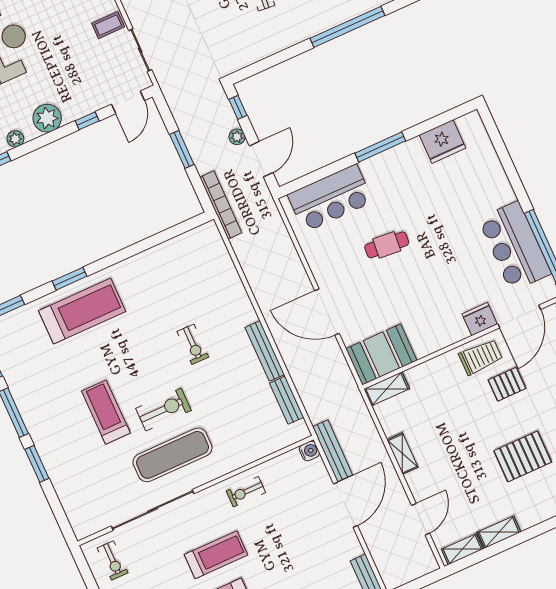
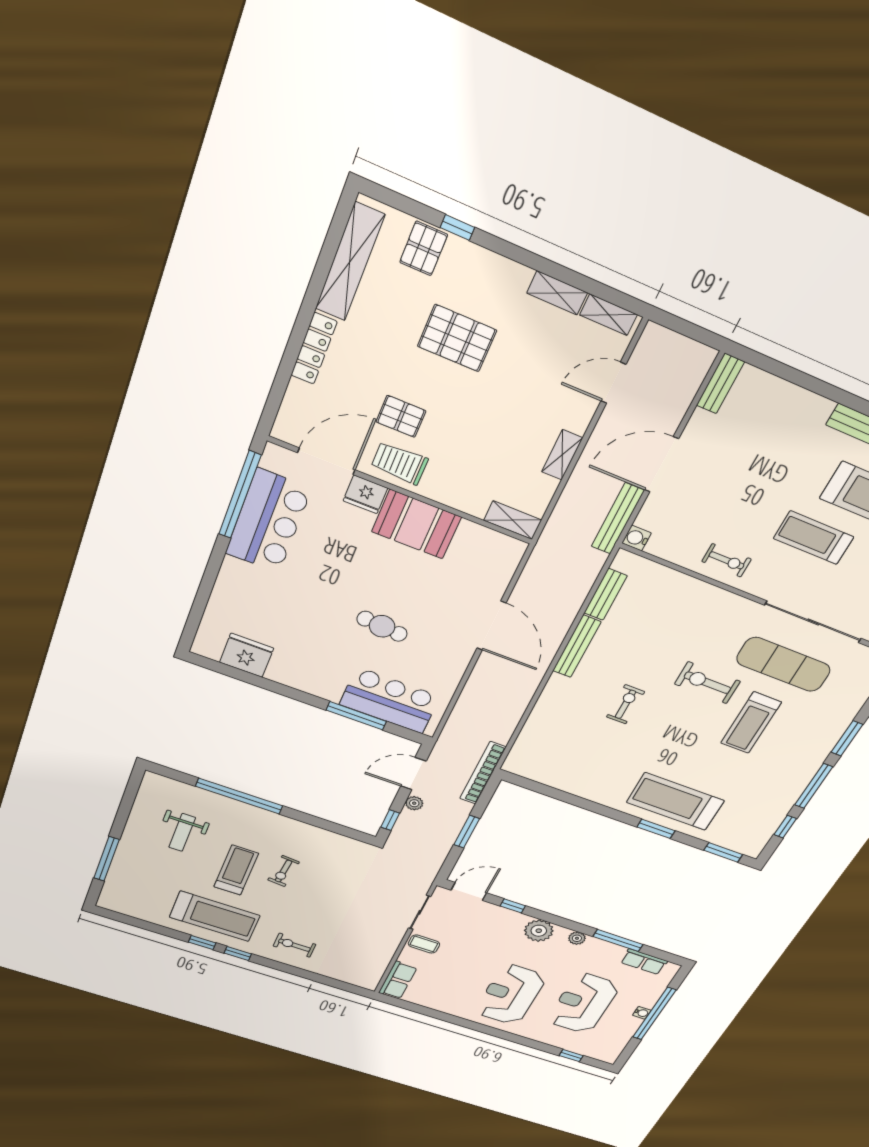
window: (380, 147) -> (356, 716), moved
booth: (381, 354) -> (416, 524), moved
exercise mat: (173, 455) -> (784, 665), moved

